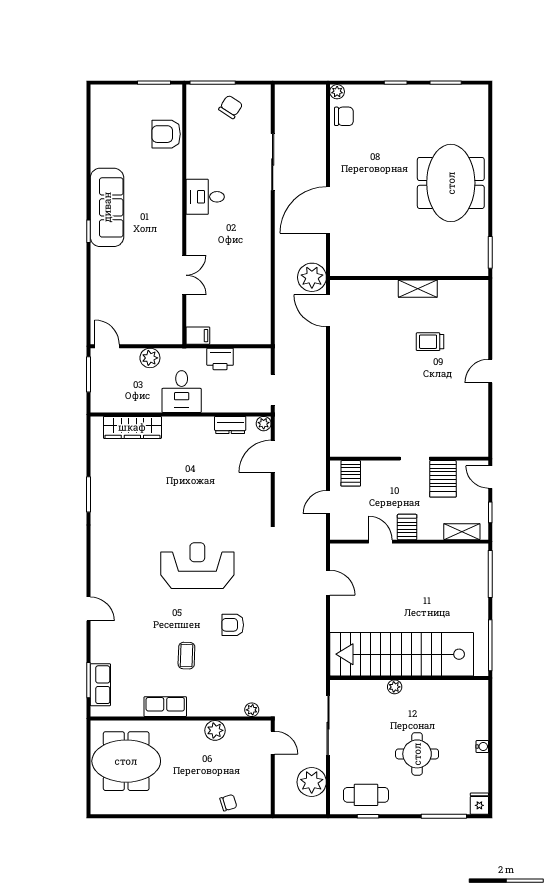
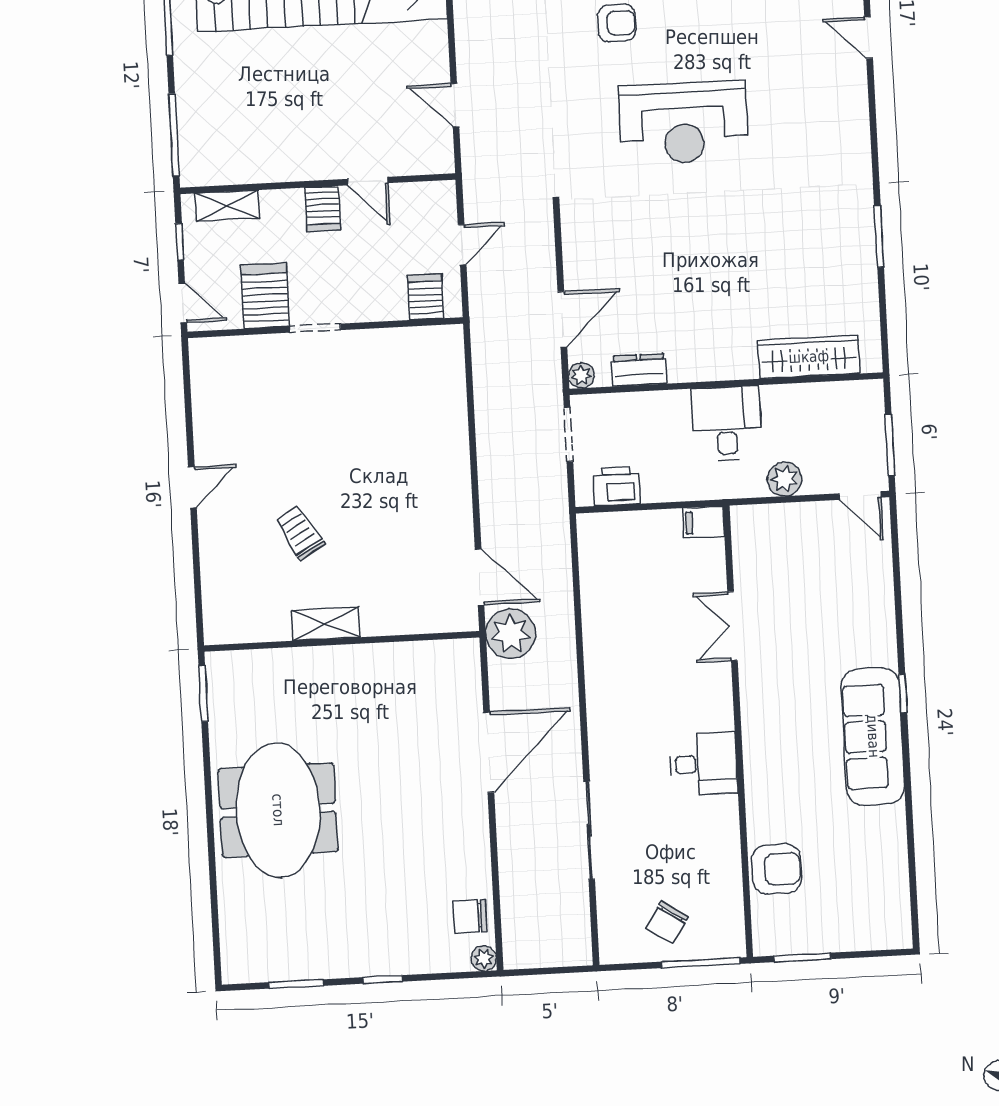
trolley: (430, 342) -> (300, 533), turned -120
printer: (220, 359) -> (616, 486), moved

